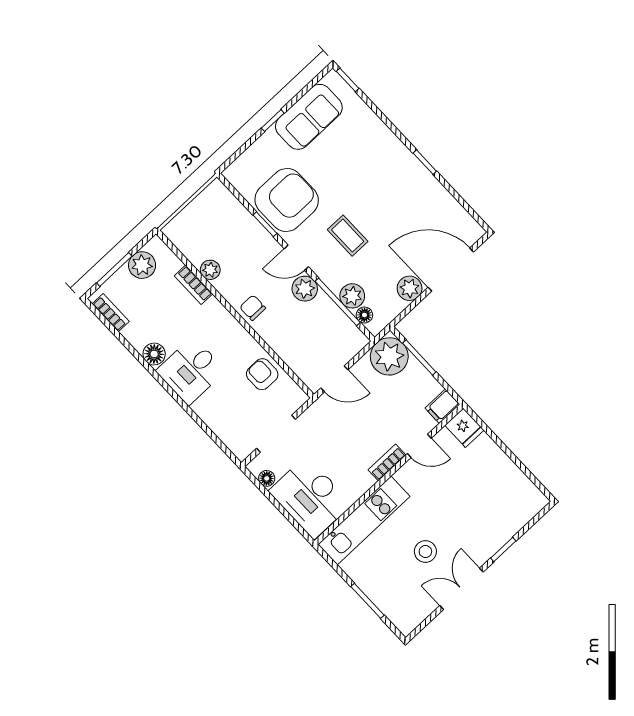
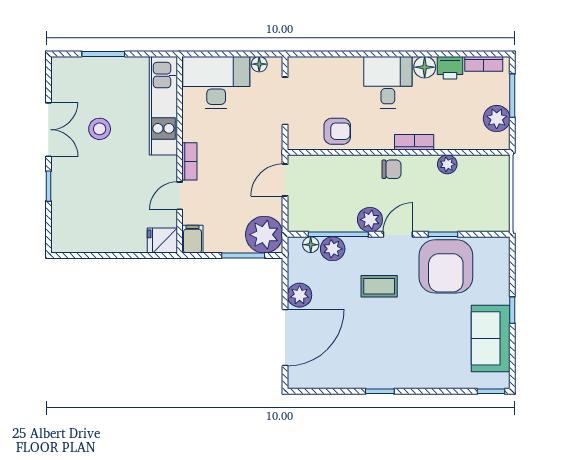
bookcase: (193, 285) -> (414, 142), moved
printer: (137, 335) -> (450, 68), added

